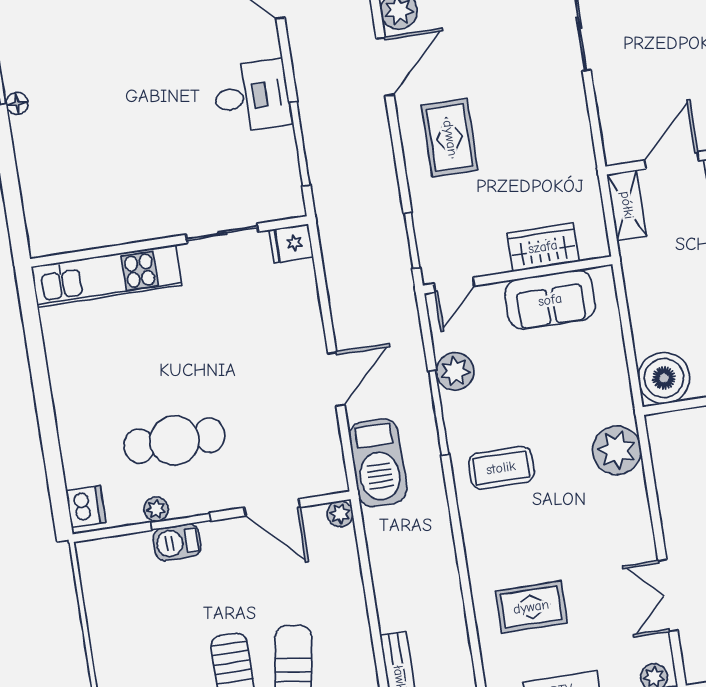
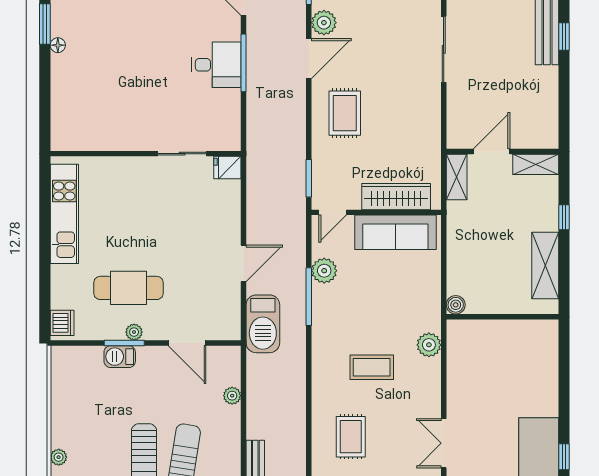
window: (300, 144) -> (244, 63), moved
wardrobe: (543, 247) -> (396, 197), width x1.50
kitchen unit: (106, 276) -> (64, 214), moved, turned -90
sofa: (550, 300) -> (395, 232), width x1.36
boiler: (664, 378) -> (456, 305), width x0.54, depth x0.54
plant: (617, 450) -> (429, 345), width x0.73, depth x0.73
coffee table: (501, 468) -> (372, 367), moved
plant: (156, 509) -> (134, 332), moved
plant: (340, 514) -> (232, 396), moved
rug: (531, 607) -> (351, 437), turned 90

